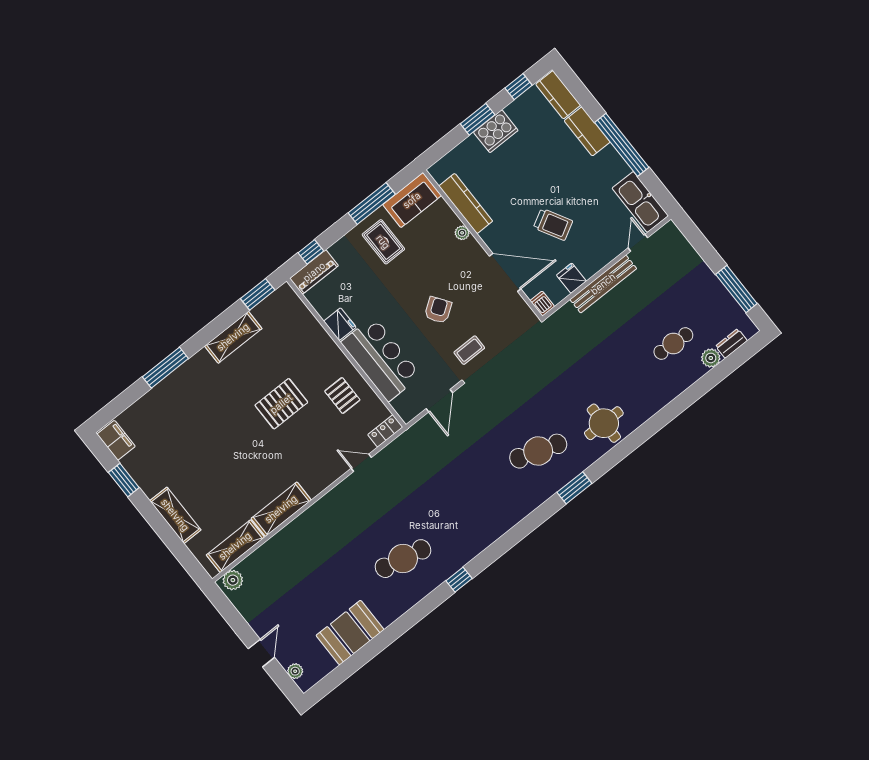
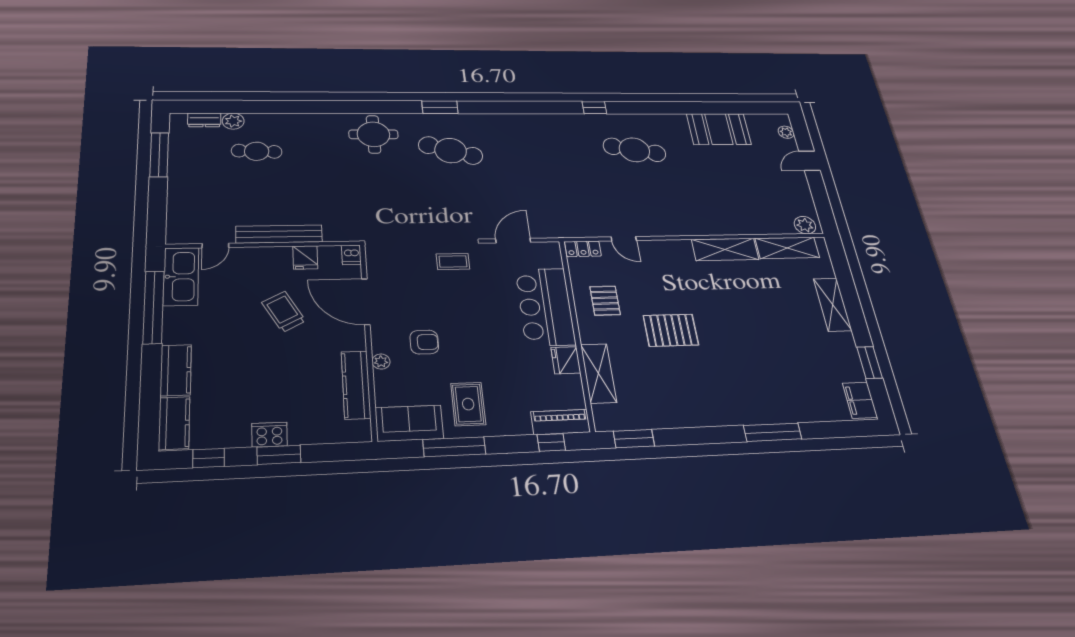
cooker: (496, 131) -> (269, 435), width x0.73, depth x0.76
window: (622, 145) -> (153, 307), moved
armchair: (438, 310) -> (424, 342), moved, turned -145
shelving: (233, 337) -> (599, 373), moved, turned 90

